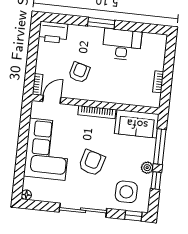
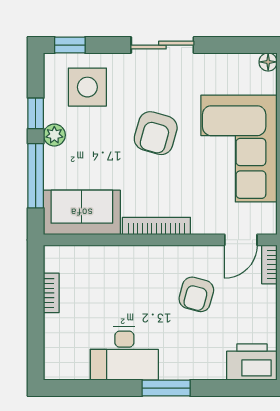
sliding door: (83, 210) -> (162, 45), width x0.73

